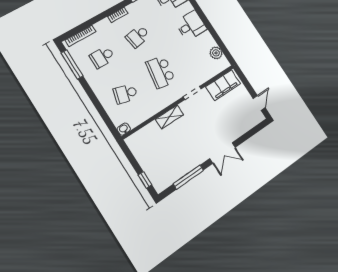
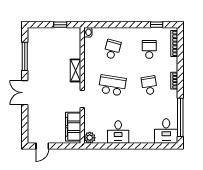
desk: (191, 25) -> (118, 132), moved
plant: (216, 53) -> (90, 138), moved
window: (72, 64) -> (157, 25), width x0.46
door: (259, 103) -> (42, 146), hinge flipped
window: (145, 180) -> (60, 25), moved

